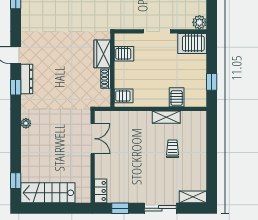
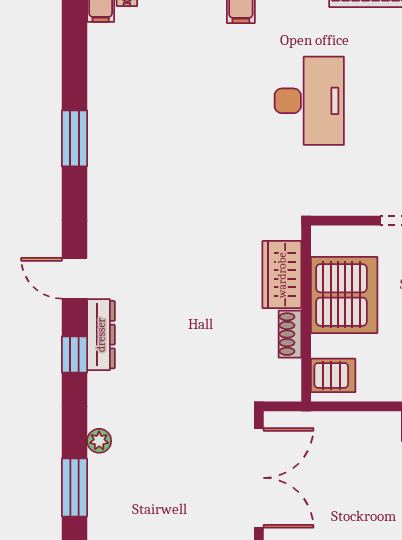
server rack: (124, 54) -> (344, 295), width x2.18, depth x1.44
double door: (93, 139) -> (259, 478), width x1.37
window: (16, 143) -> (74, 487), added

